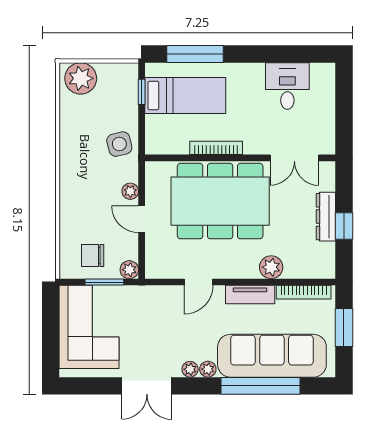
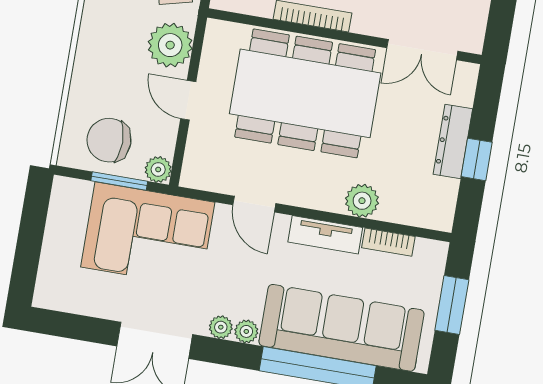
plant: (130, 191) -> (170, 45), width x1.88, depth x1.88
chair: (93, 255) -> (109, 140), width x1.37, depth x1.37
door: (199, 282) -> (254, 204), hinge flipped
bookcase: (304, 292) -> (388, 242), width x0.64
corner sofa: (89, 327) -> (148, 235), moved, turned 90

